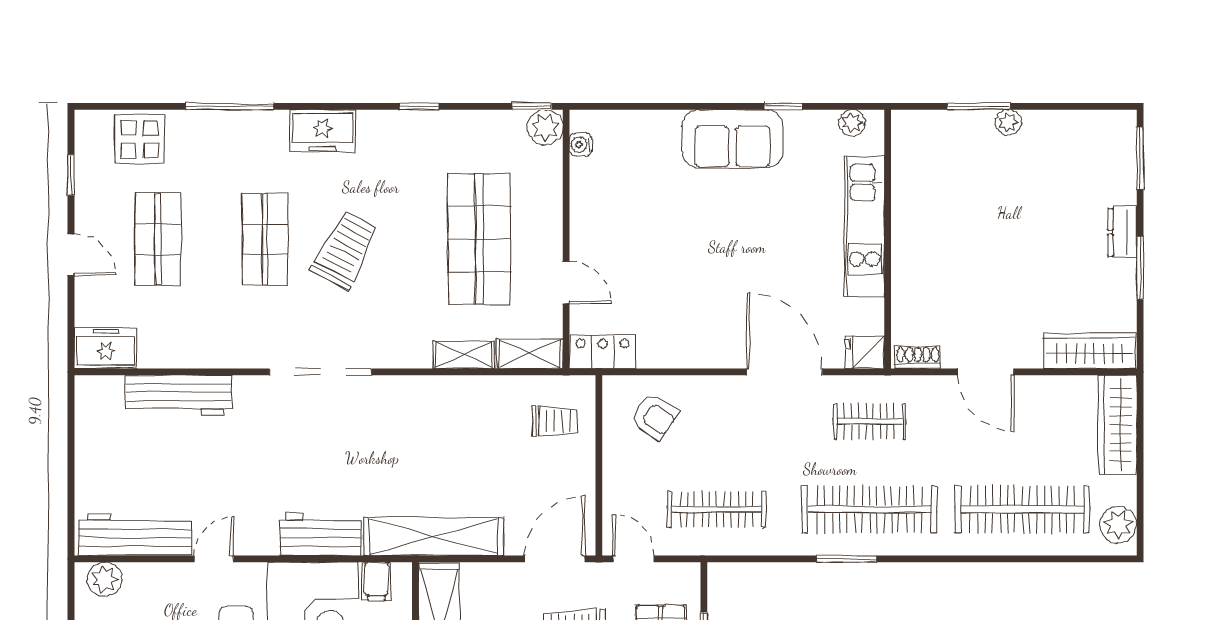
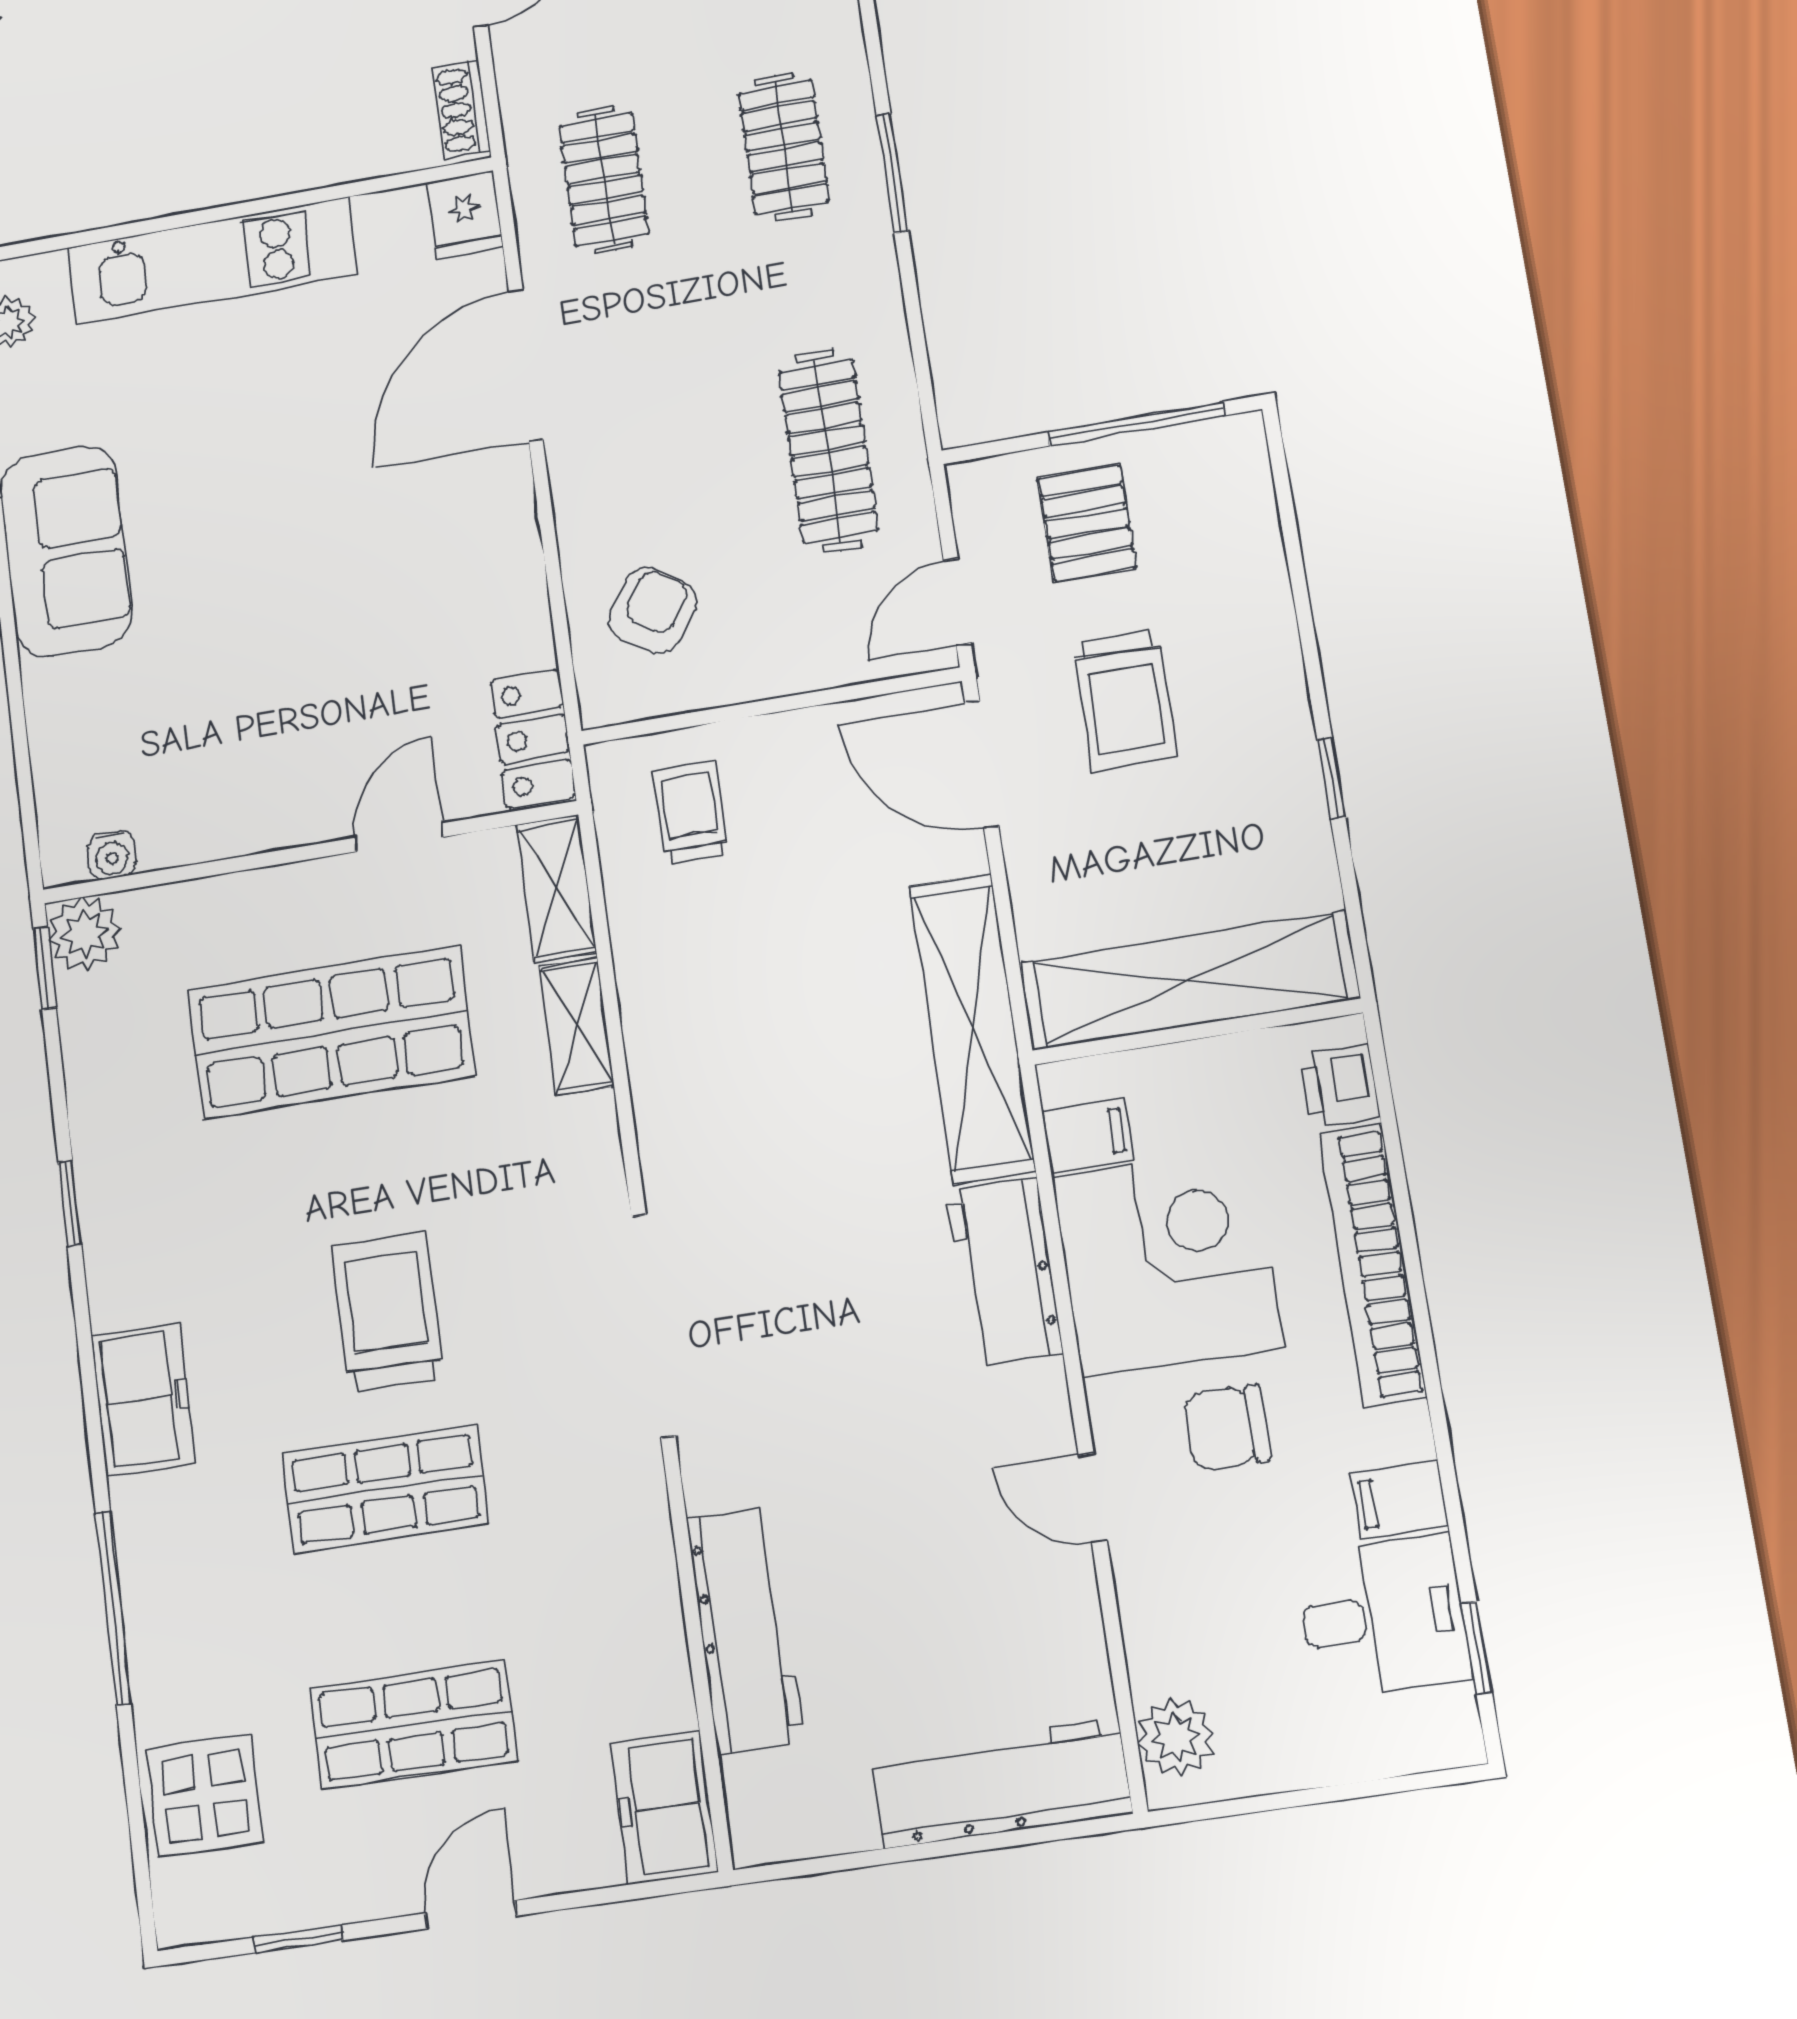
trolley: (345, 250) -> (387, 1312), turned 62
clothes rail: (870, 509) -> (784, 147), width x0.54, depth x0.76
workbench: (135, 534) -> (1001, 1783), moved, turned 90

